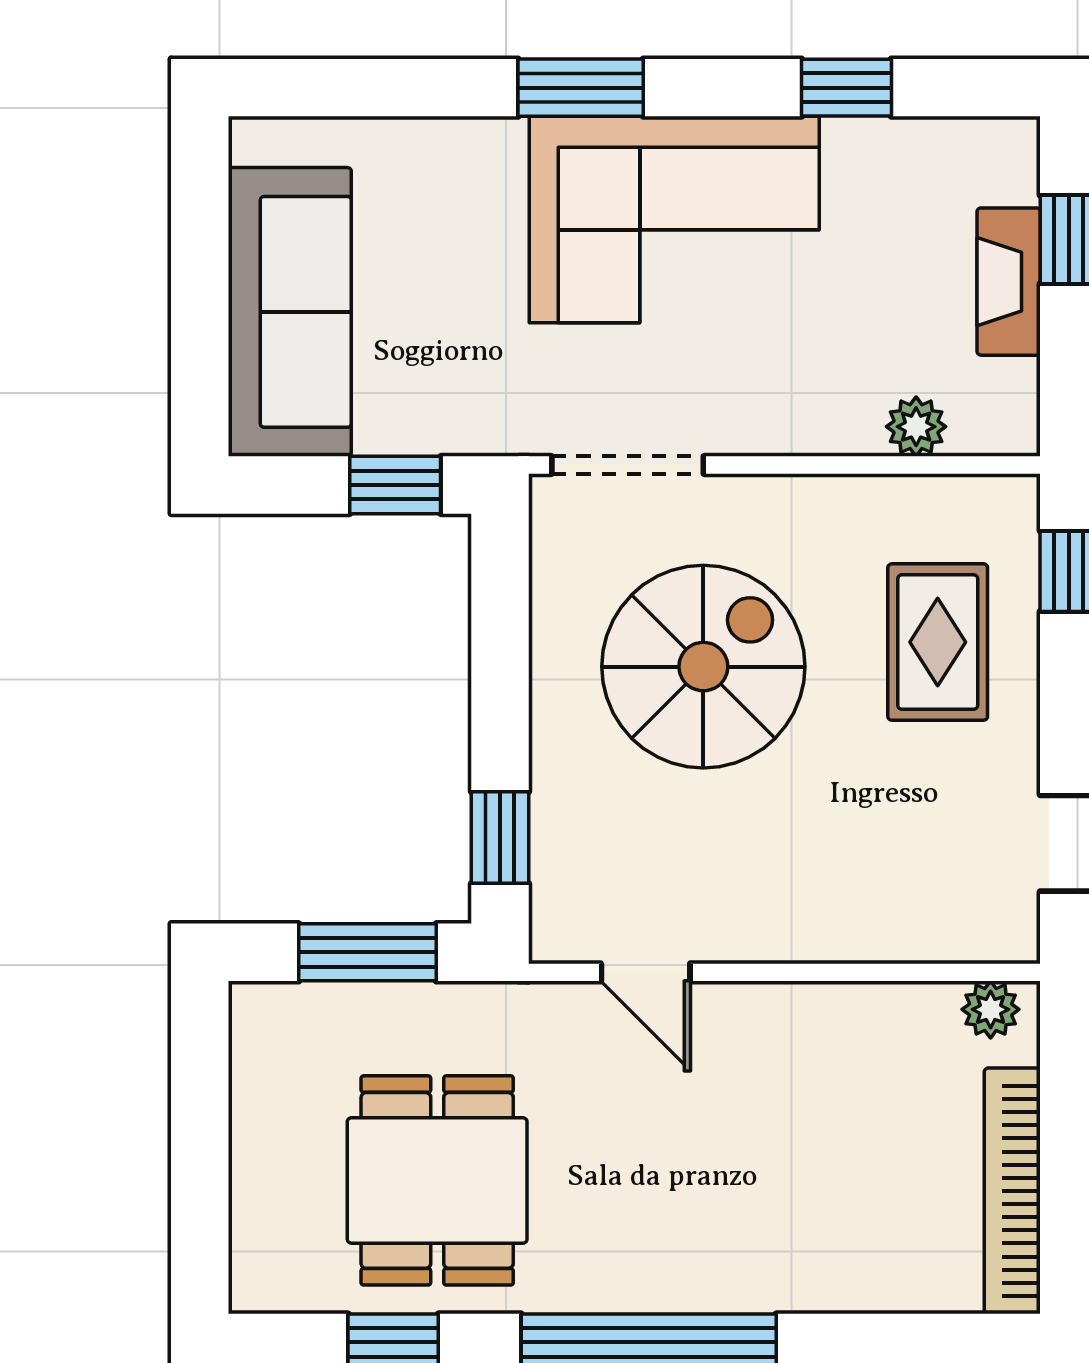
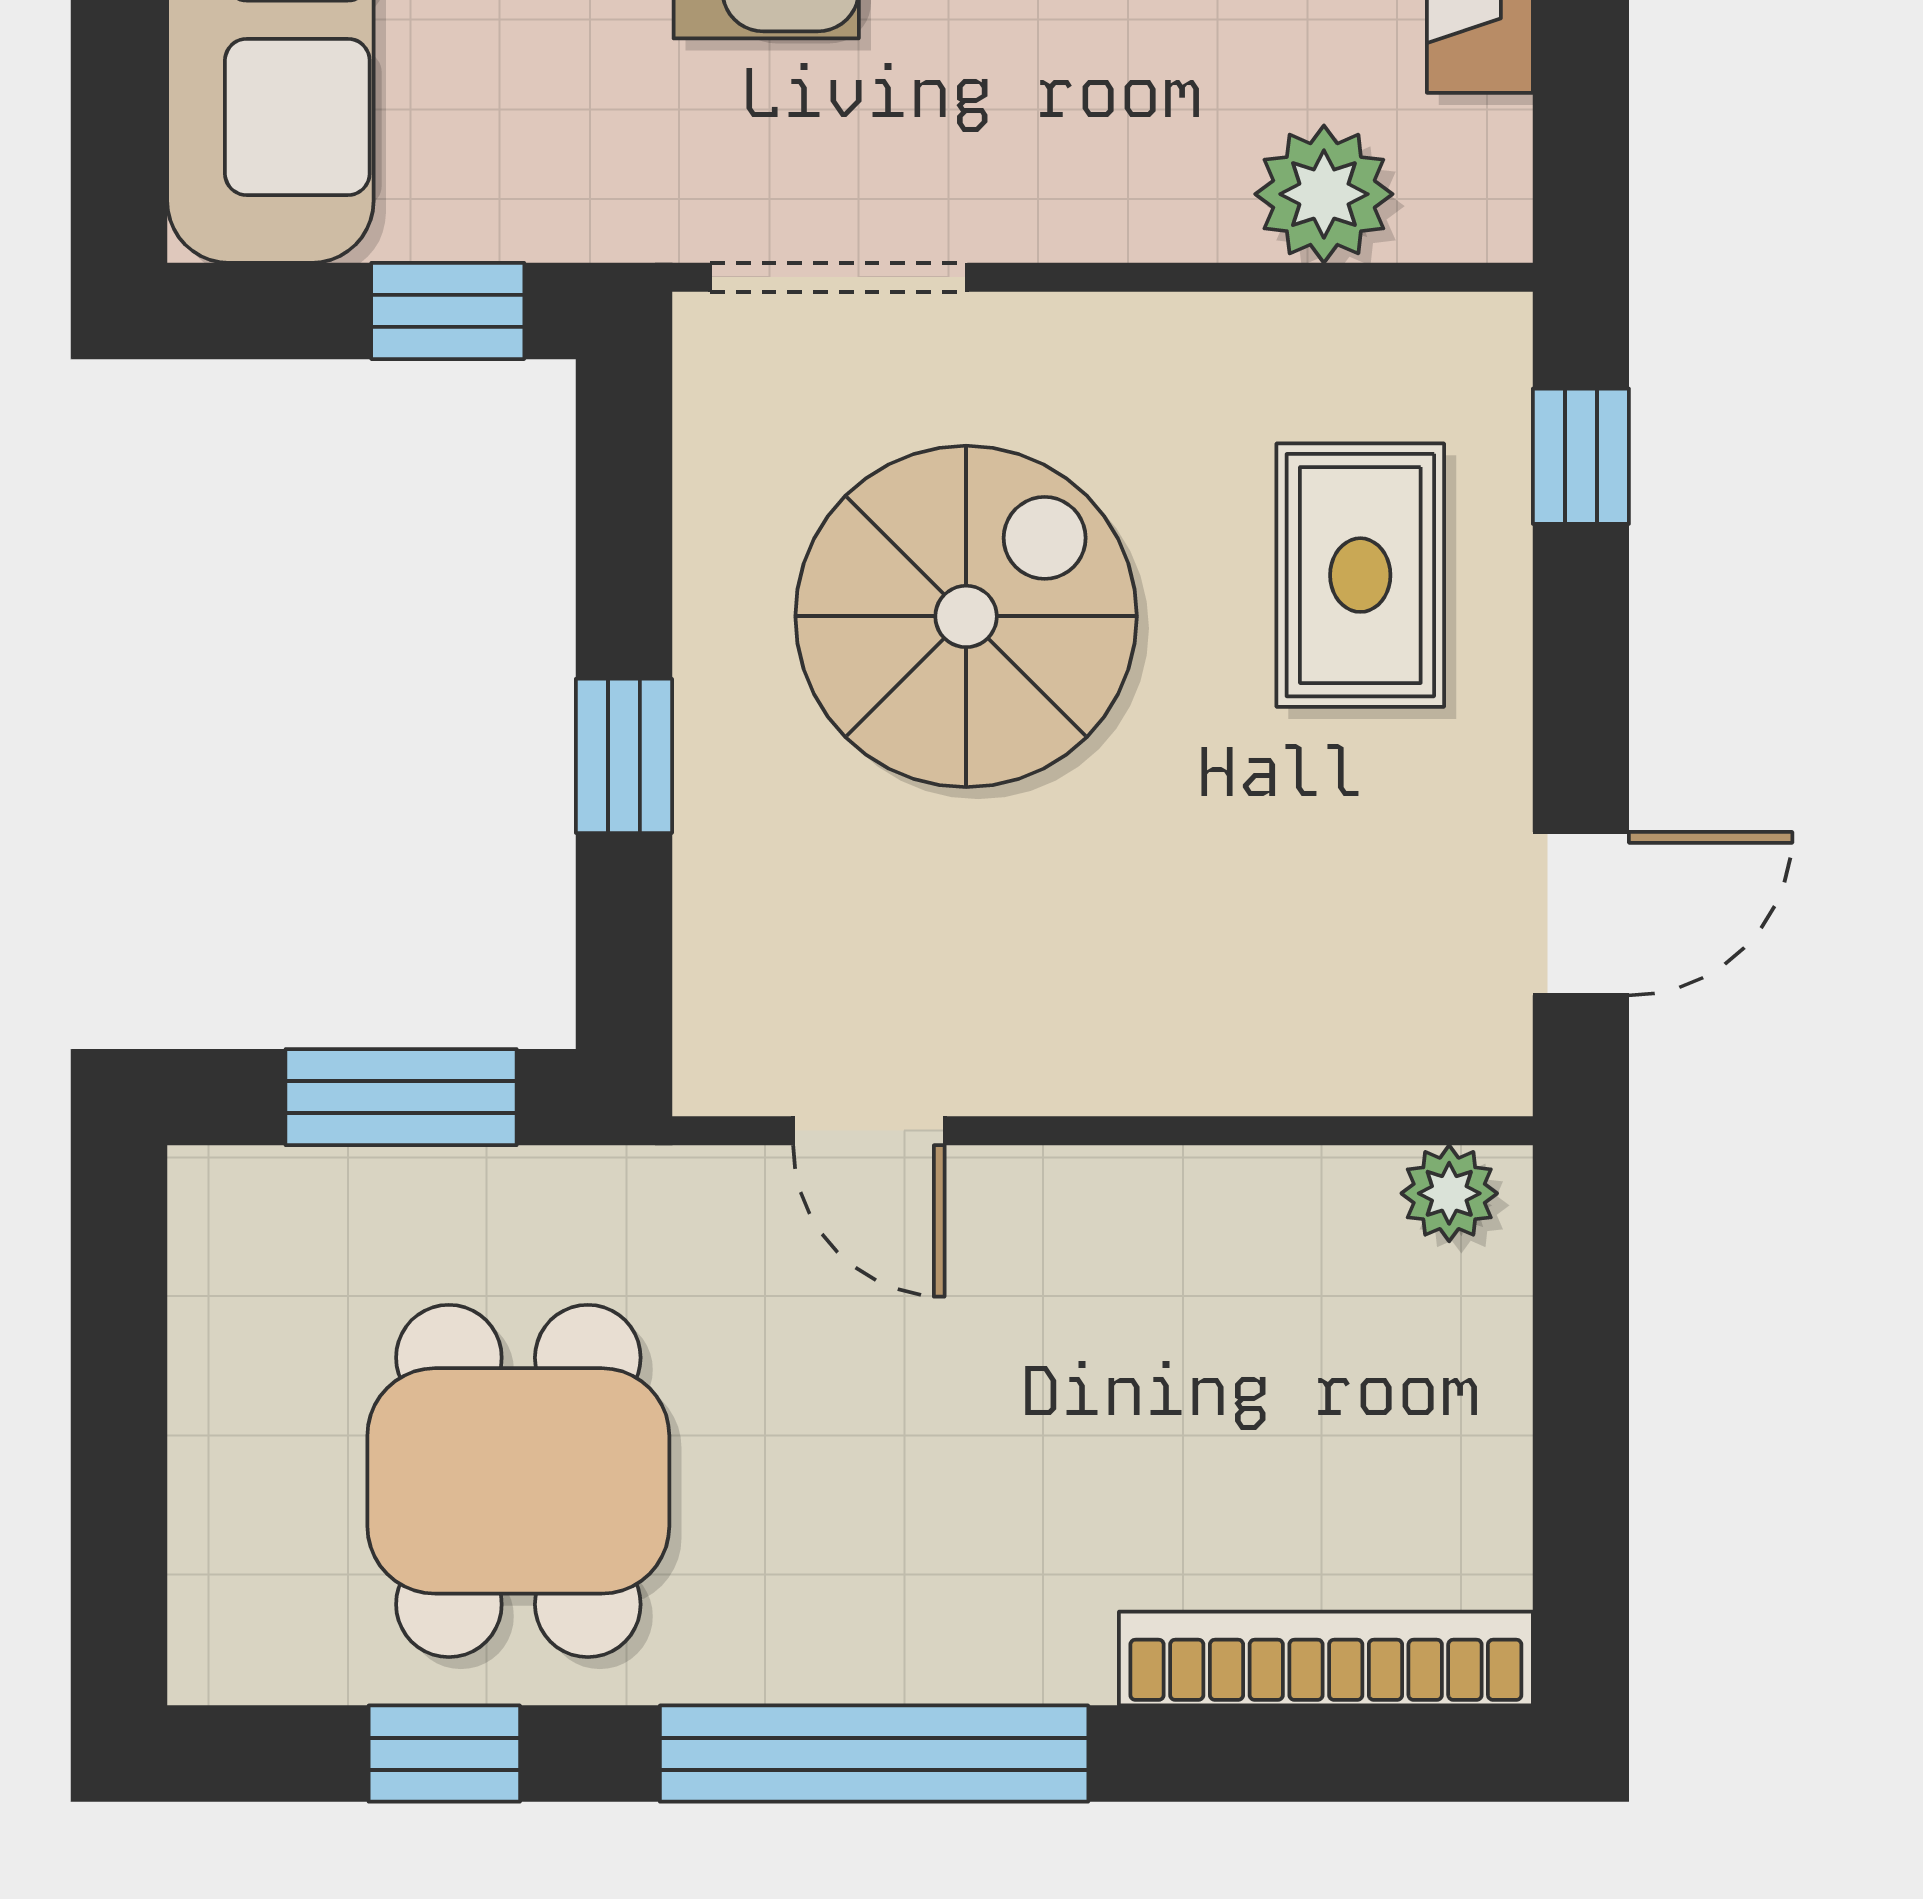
plant: (916, 427) -> (1324, 194), width x1.38, depth x1.38
window: (500, 838) -> (624, 756), moved
bookcase: (1012, 1191) -> (1326, 1658), moved, turned 90

